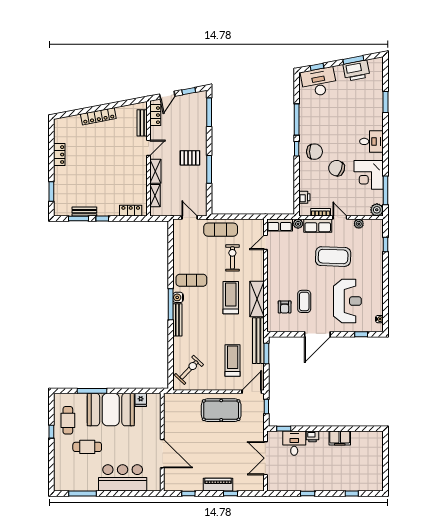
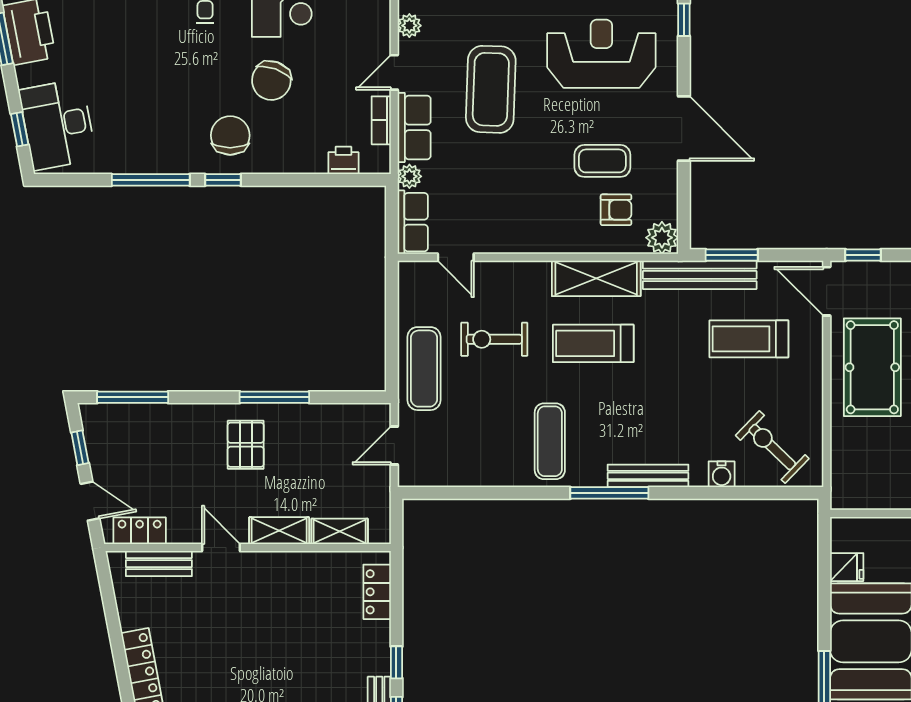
water cooler: (178, 297) -> (722, 474), moved
plant: (273, 325) -> (662, 238), added

